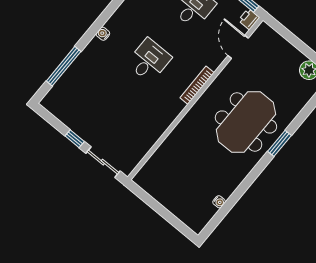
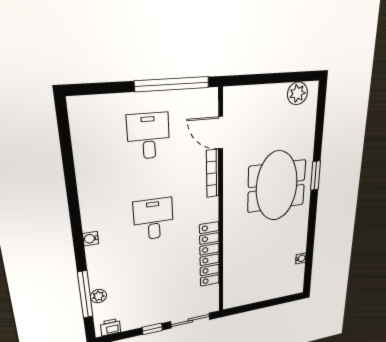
printer: (249, 19) -> (111, 327), moved, turned 90
plant: (69, 76) -> (98, 296), added
bookcase: (197, 85) -> (213, 173), moved
locker: (160, 124) -> (210, 255), added

